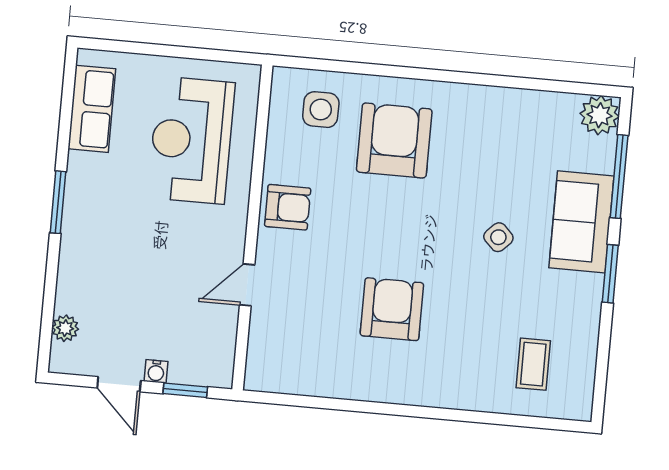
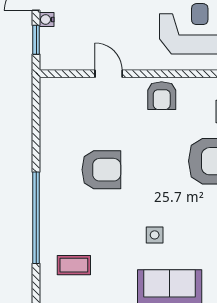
side table: (498, 237) -> (155, 235), turned 45
window: (456, 415) -> (36, 218), added

